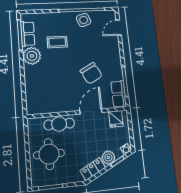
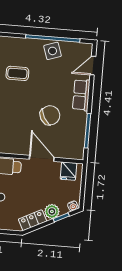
chair: (91, 73) -> (50, 115), turned -92
row of seats: (119, 94) -> (81, 95), moved
door: (91, 111) -> (42, 158), hinge flipped

